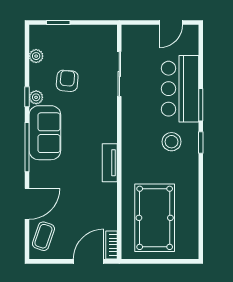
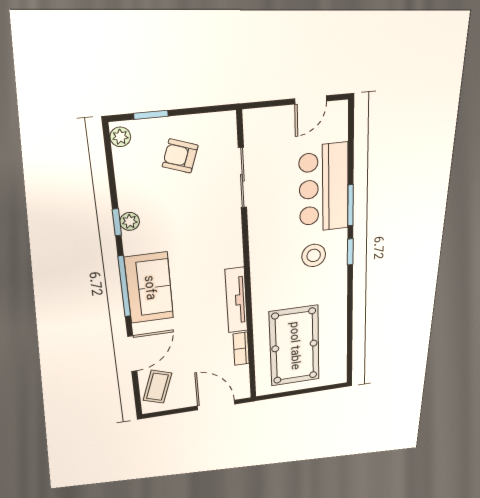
plant: (36, 56) -> (120, 137), moved
armchair: (67, 81) -> (180, 156), moved, turned -76
sofa: (45, 133) -> (149, 288), moved
tv unit: (110, 163) -> (236, 300), width x1.41
bookcase: (111, 245) -> (241, 349), moved
door: (89, 261) -> (216, 405), hinge flipped

